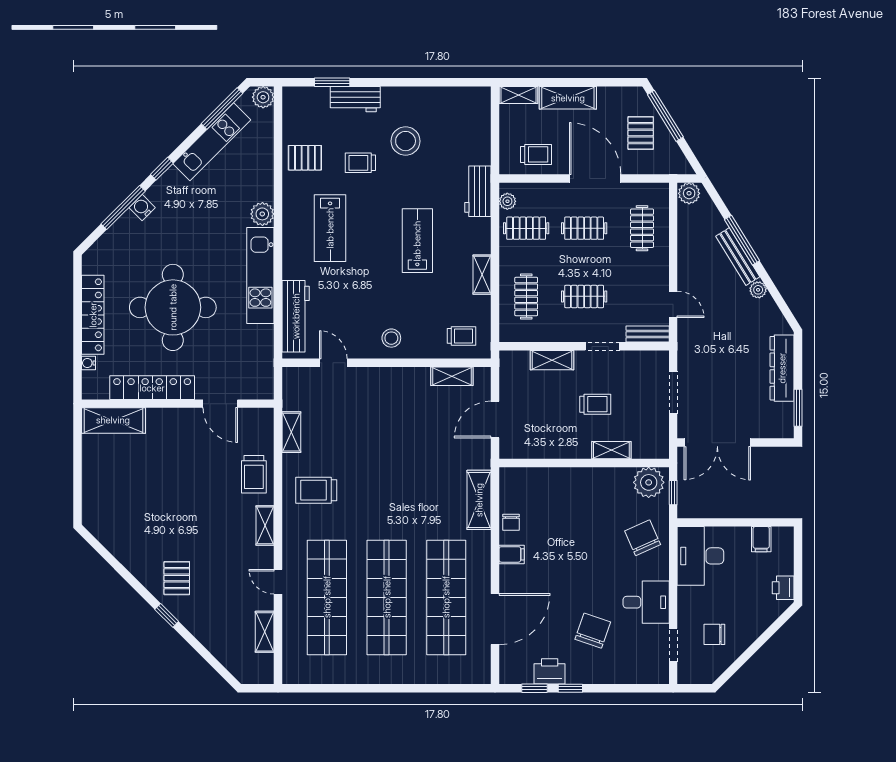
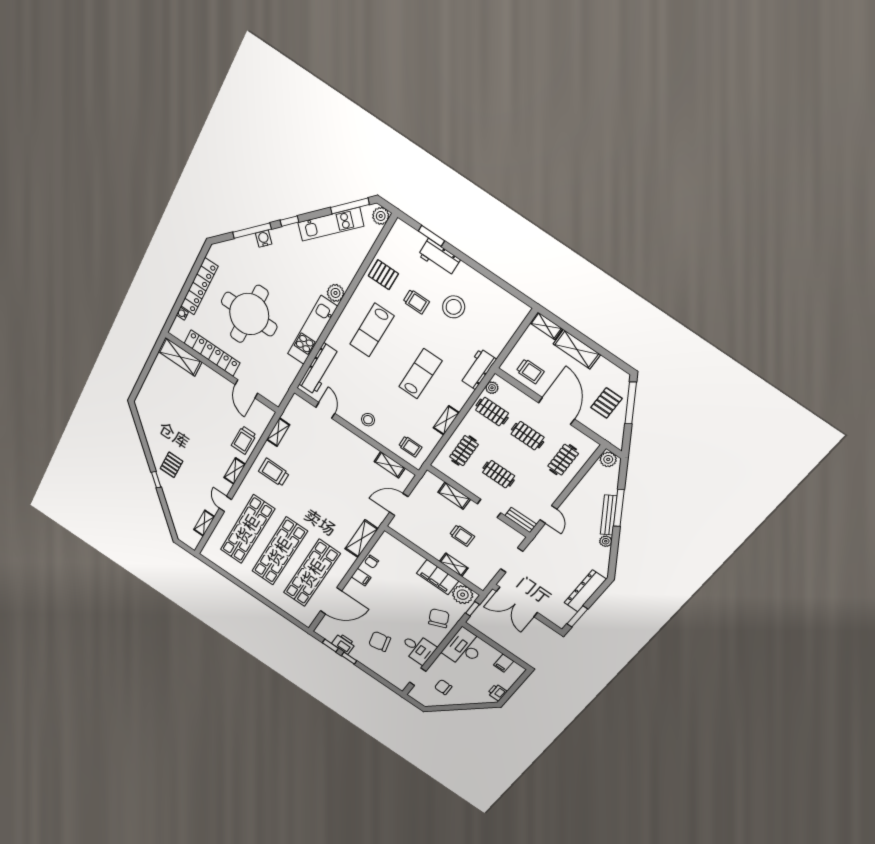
trolley: (360, 163) -> (416, 302), turned 180
filing cabinet: (604, 482) -> (438, 577), added
chair: (593, 631) -> (380, 641), turned -122

